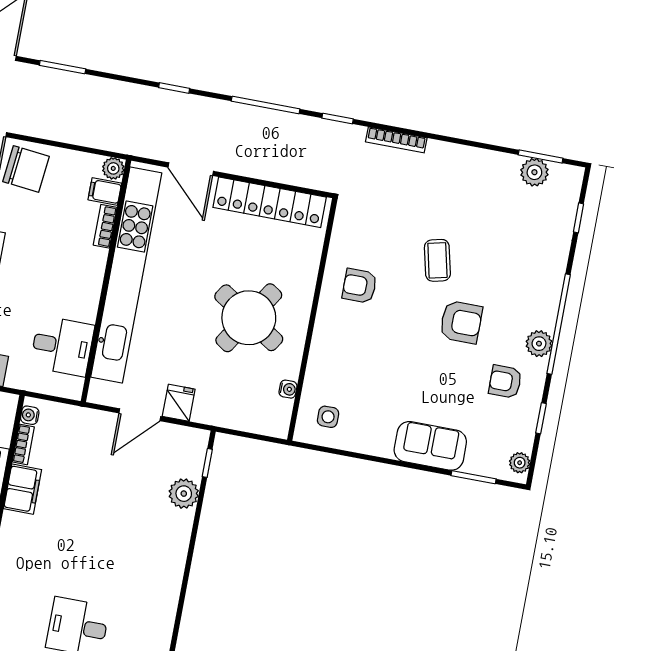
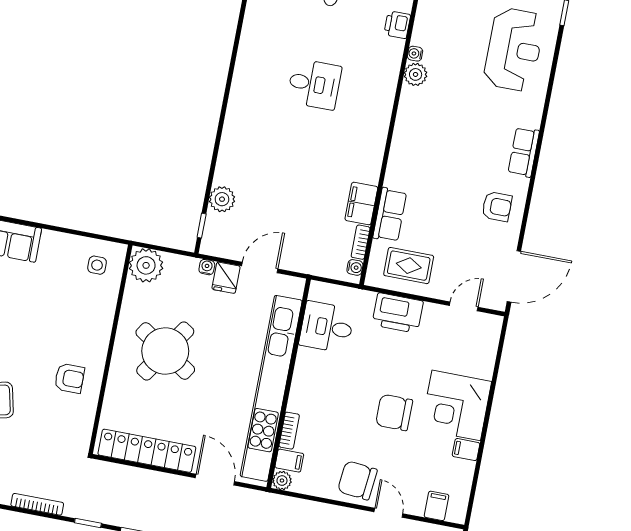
water cooler: (288, 389) -> (207, 267), moved, turned 90
plant: (271, 417) -> (146, 265), added

